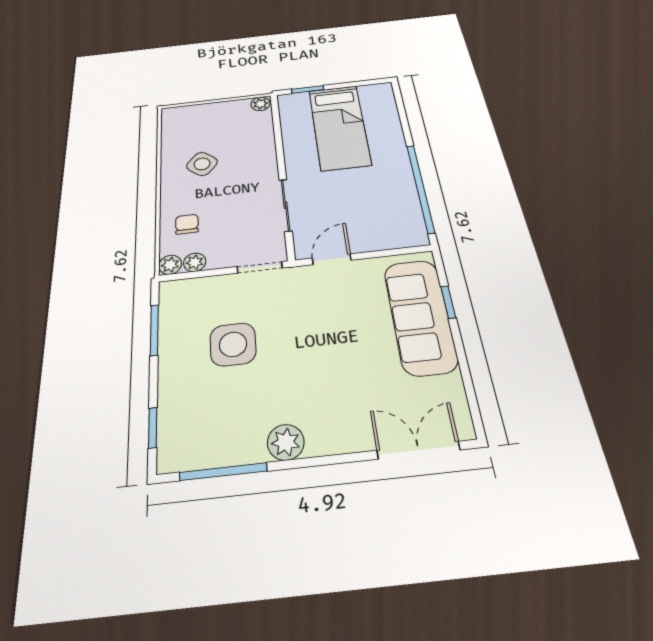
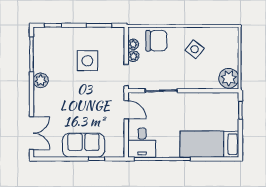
plant: (260, 104) -> (229, 78), width x1.87, depth x1.87
bed: (339, 127) -> (209, 144), moved
chair: (187, 224) -> (156, 41), width x1.87, depth x1.87
desk: (395, 224) -> (142, 143), added
plant: (170, 265) -> (133, 56), moved
sofa: (420, 316) -> (84, 145), width x0.73

